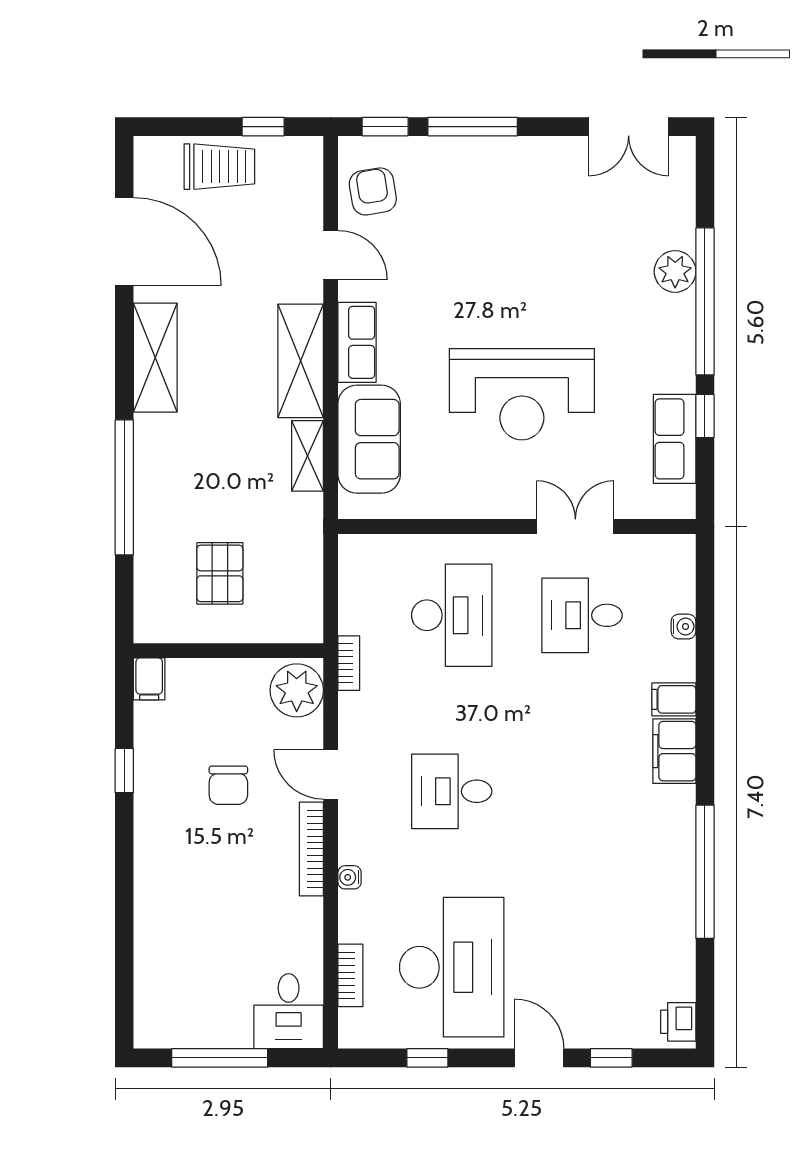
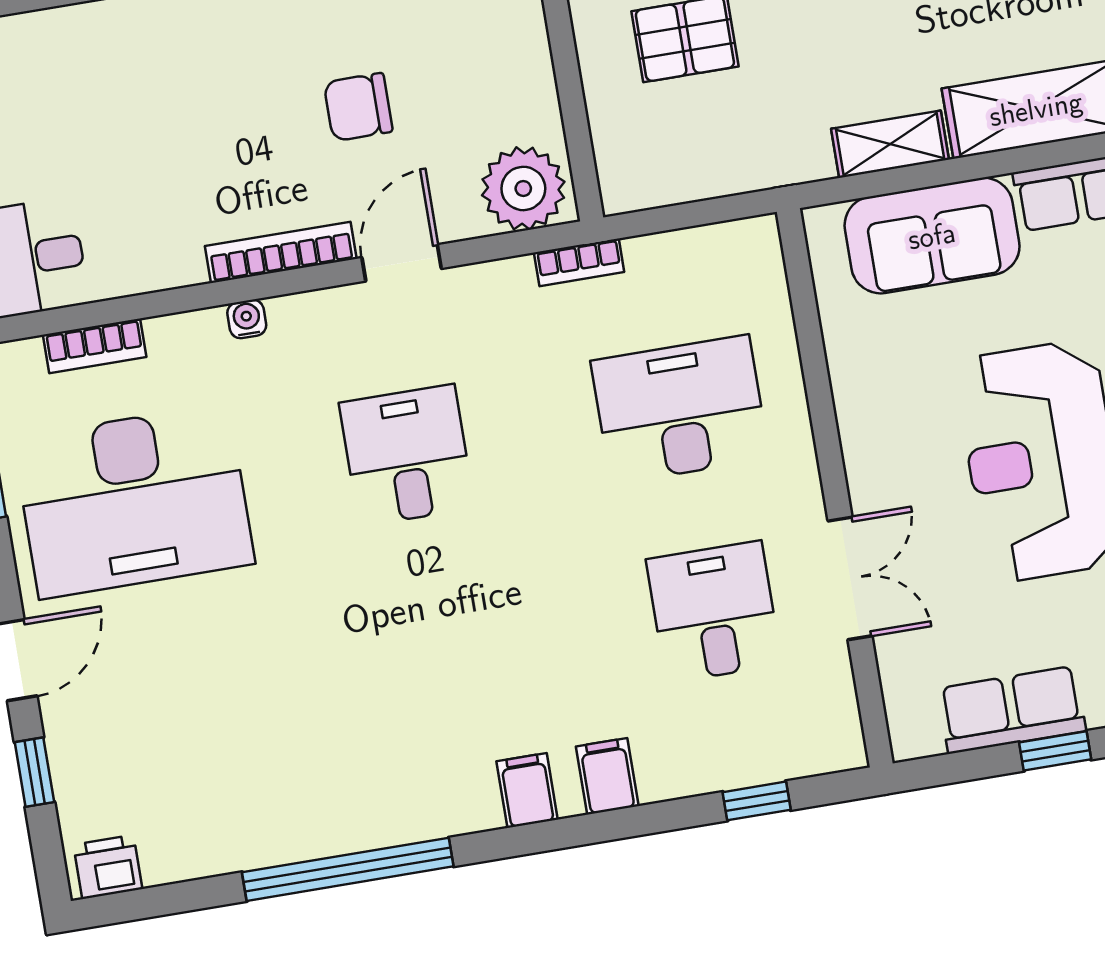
window: (705, 608) -> (757, 801), added
desk: (452, 615) -> (680, 410), turned 180
water cooler: (684, 627) -> (723, 772), removed
filing cabinet: (674, 751) -> (527, 790), width x0.50

